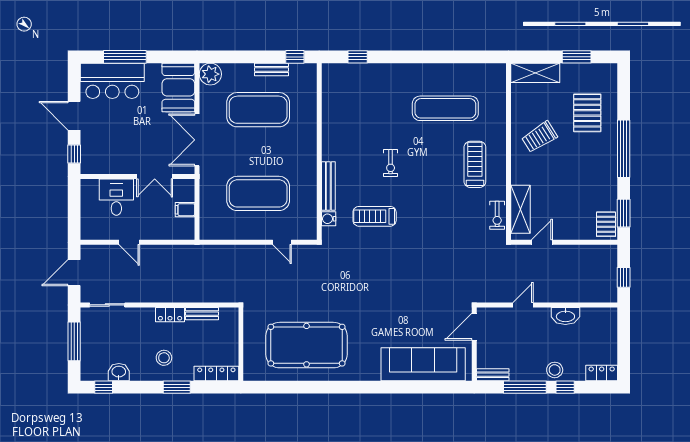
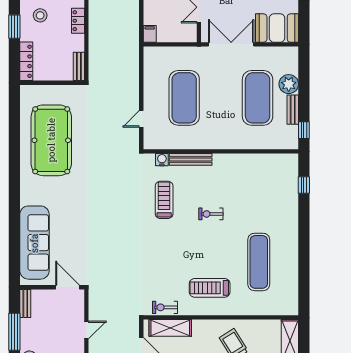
plant: (210, 74) -> (289, 84), moved
treadmill: (475, 164) -> (210, 288), turned 180
filing cabinet: (185, 210) -> (150, 34), moved
door: (523, 305) -> (86, 330), hinge flipped
bench: (202, 314) -> (79, 66), moved

